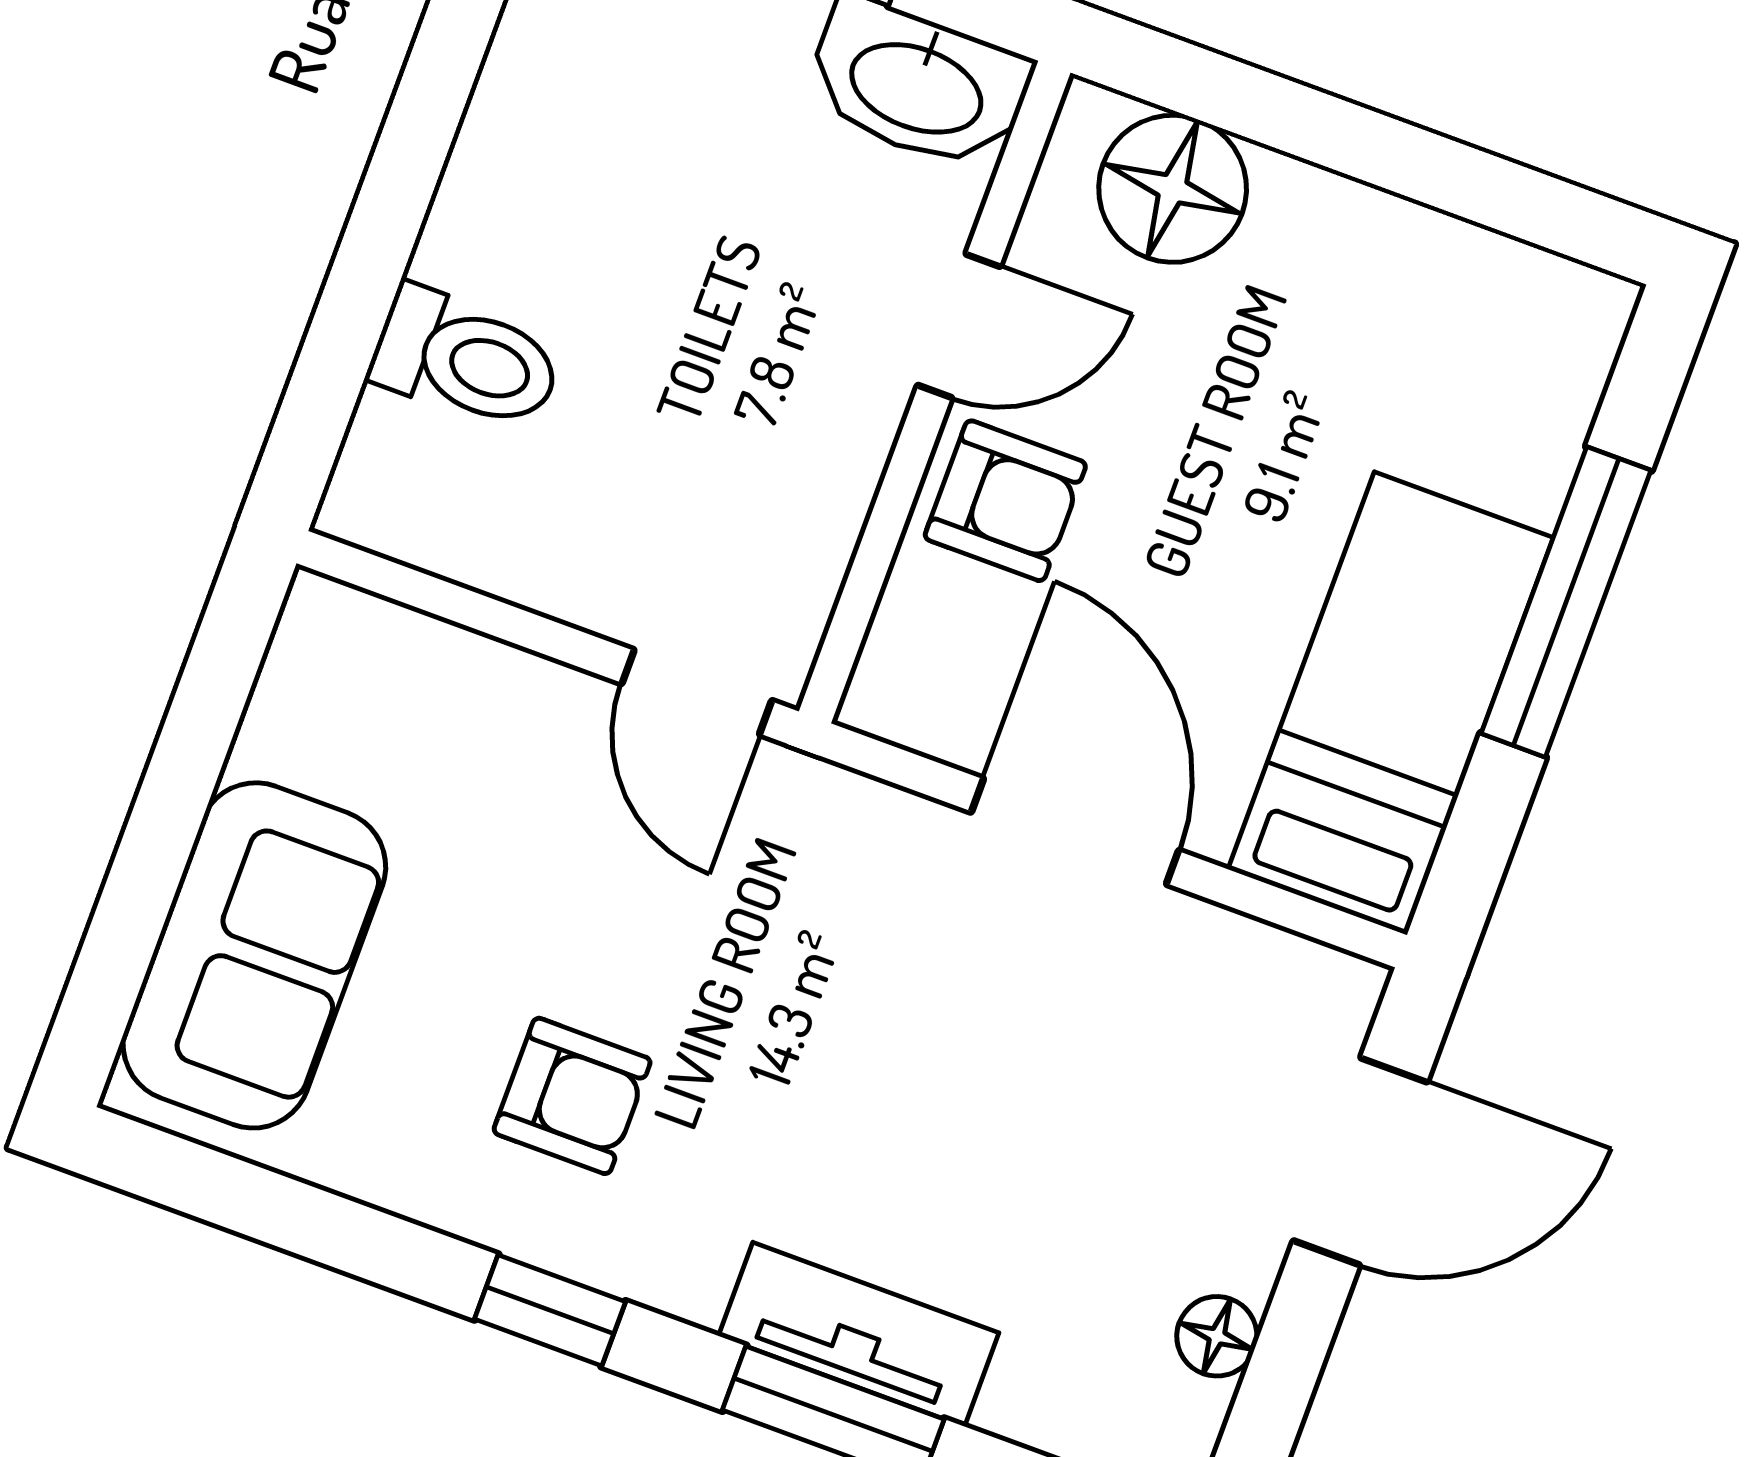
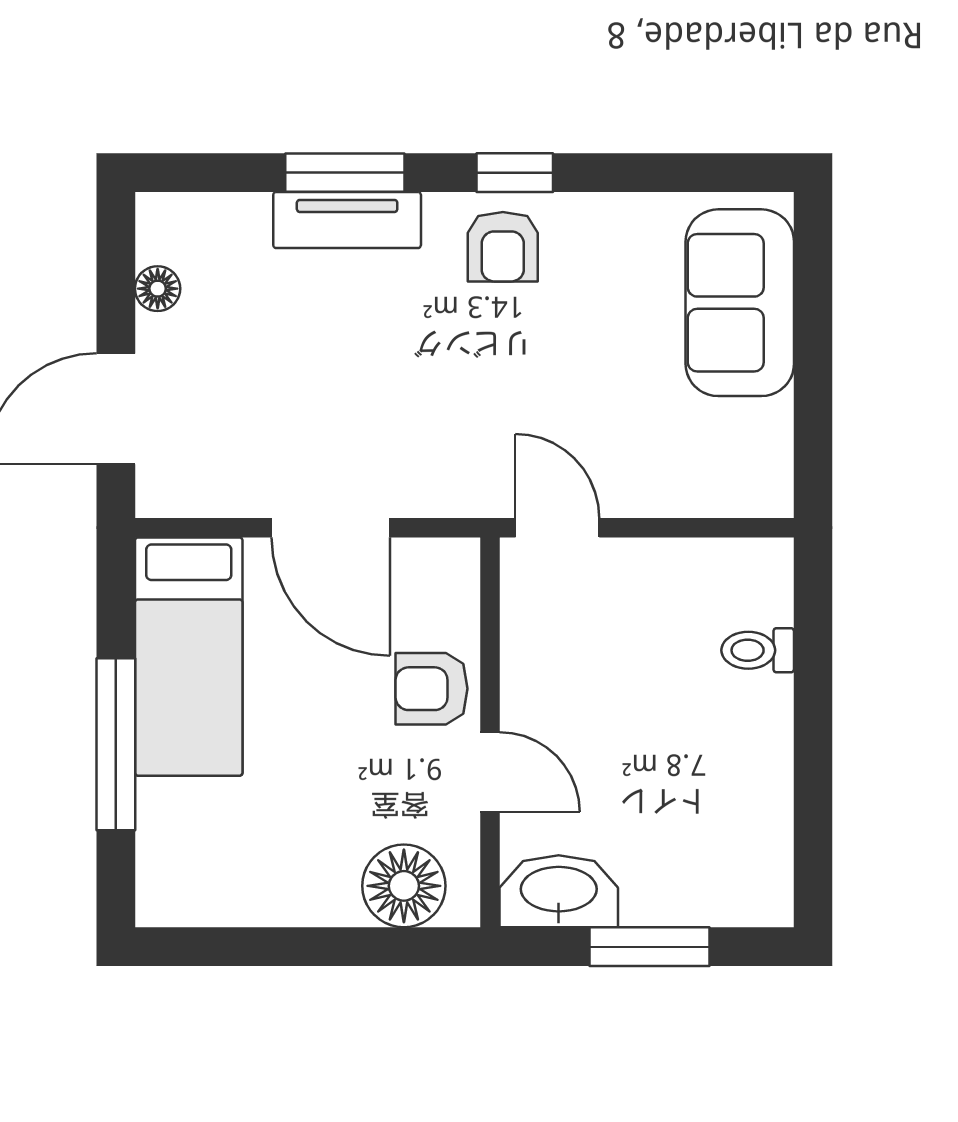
door: (959, 326) -> (490, 772), swing flipped
toilet: (466, 360) -> (758, 650), width x0.73, depth x0.72
armchair: (572, 1096) -> (503, 247), moved, turned -90

